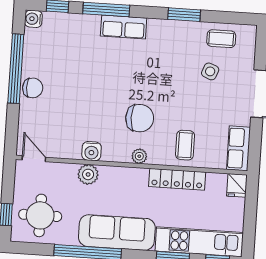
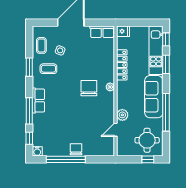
coffee table: (185, 145) -> (48, 69), moved
water cooler: (92, 151) -> (109, 114), removed
door: (34, 159) -> (115, 130), moved

